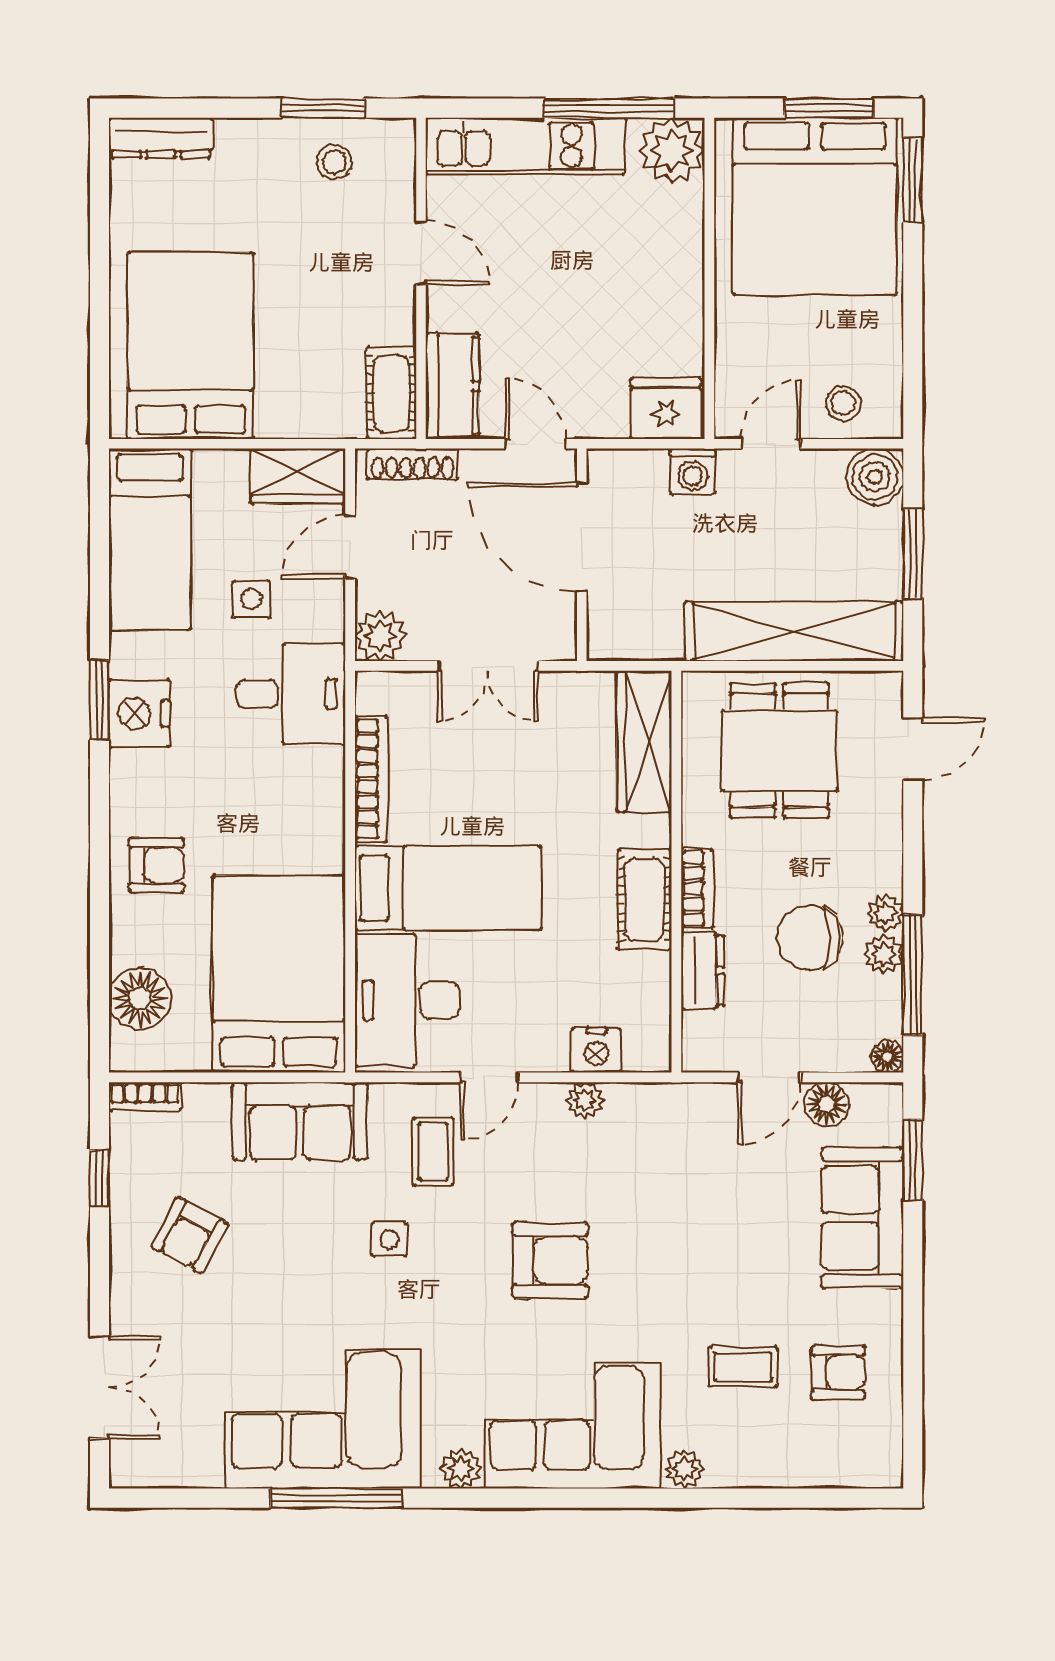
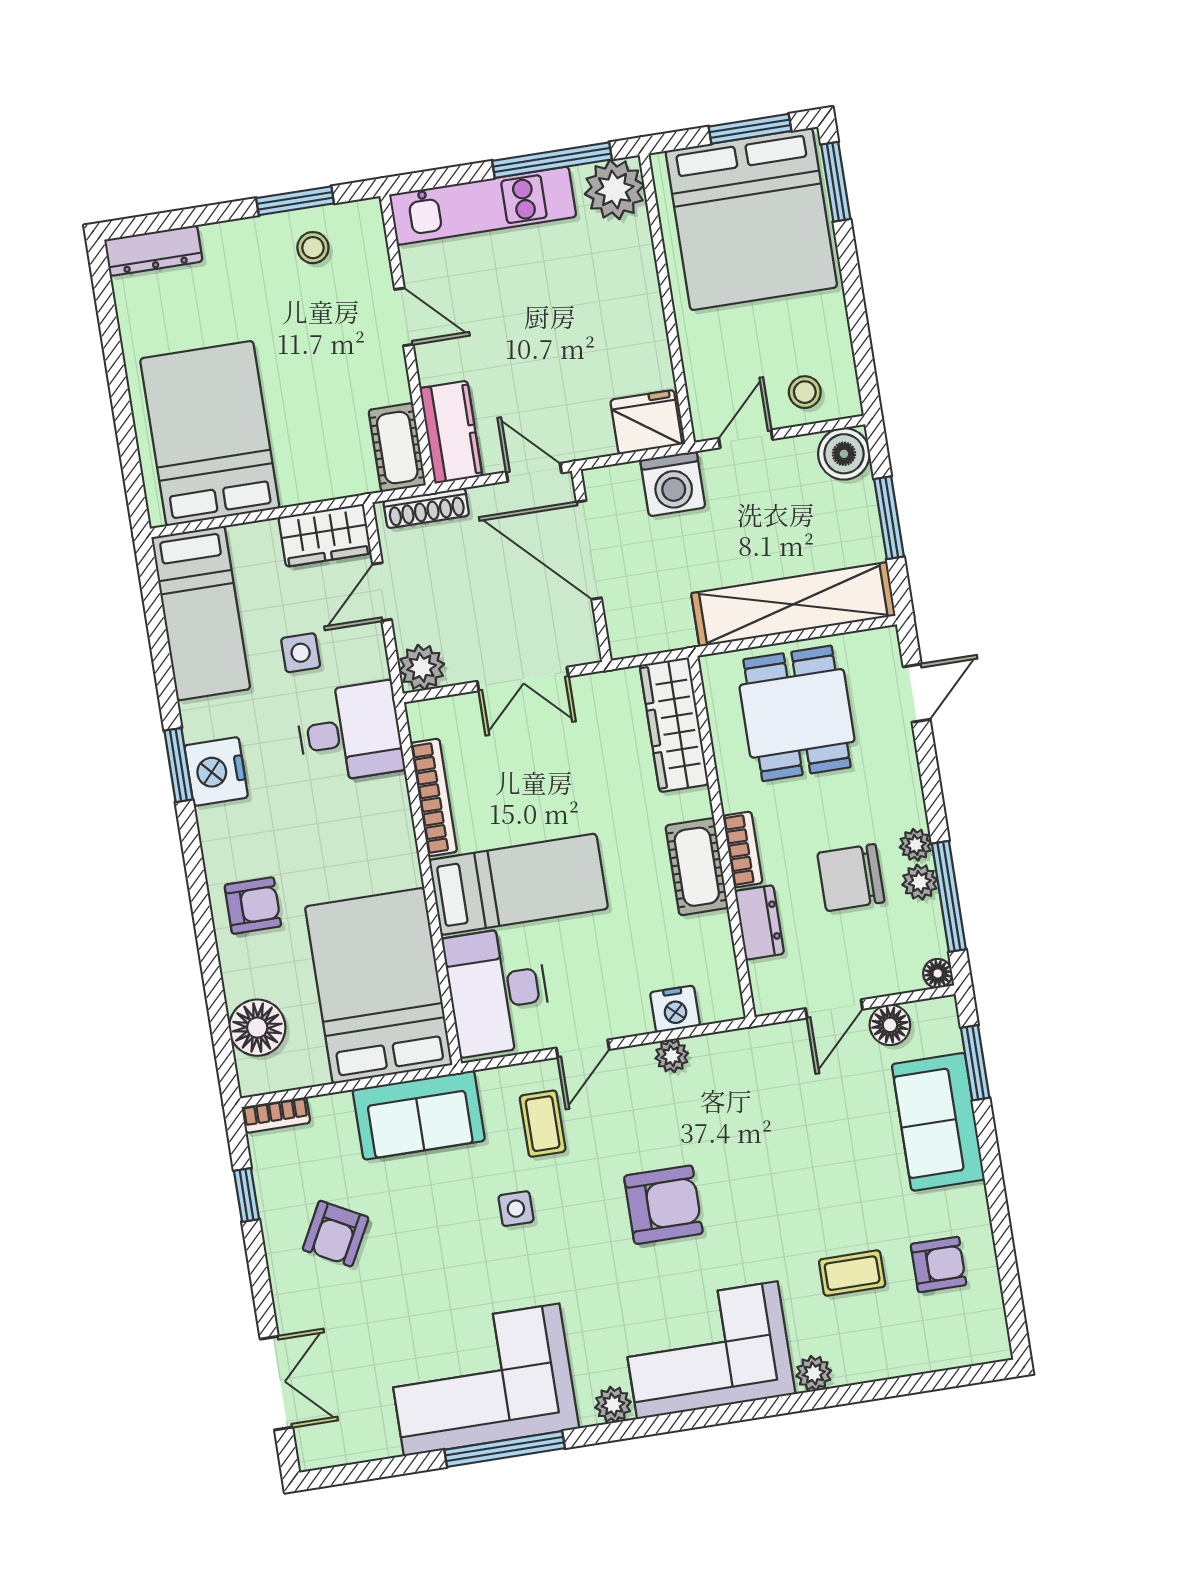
washing machine: (693, 471) -> (673, 484), width x1.38, depth x1.38

